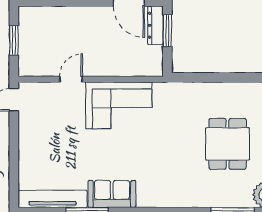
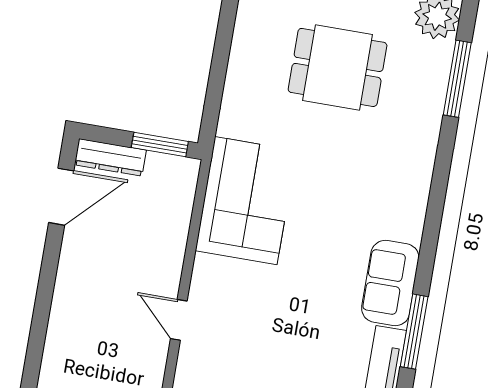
window: (167, 31) -> (160, 145), moved
corner sofa: (119, 105) -> (246, 201), moved

